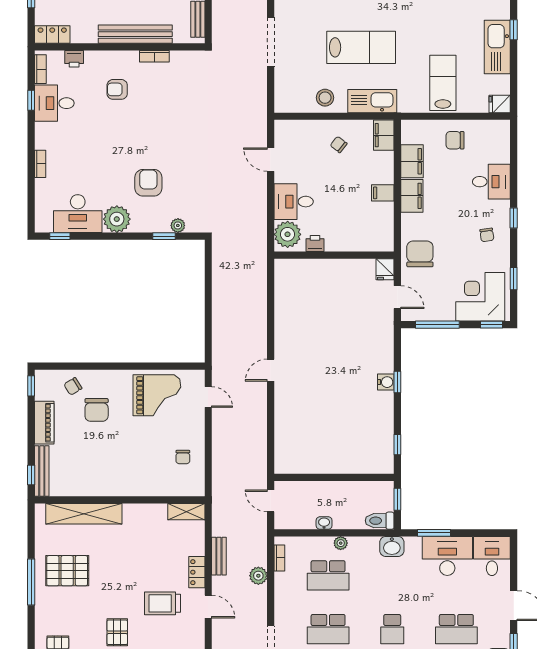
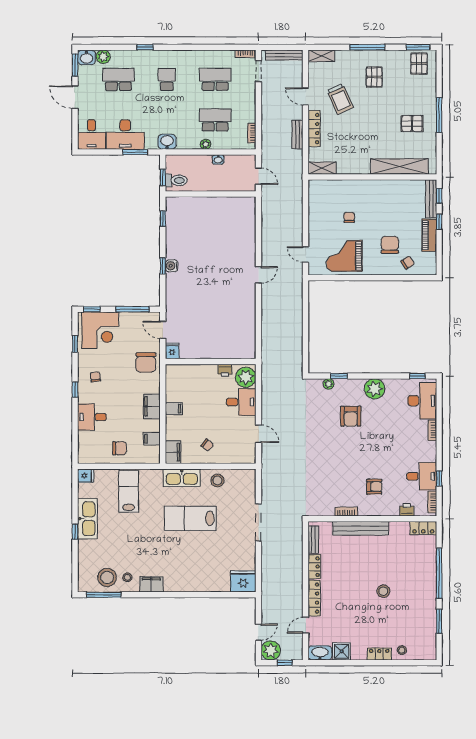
lab bench: (443, 83) -> (129, 492), turned 180
filing cabinet: (412, 161) -> (152, 439), width x0.50
desk: (78, 214) -> (422, 401), moved, turned 90
window: (31, 386) -> (439, 222), moved
chair: (183, 457) -> (349, 217), moved
toilet: (380, 521) -> (176, 180), moved
pallet: (67, 571) -> (412, 124), width x0.67, depth x0.71
locker: (197, 572) -> (314, 129), width x1.53
plant: (258, 576) -> (268, 120), removed
trolley: (163, 603) -> (340, 99), turned 66

